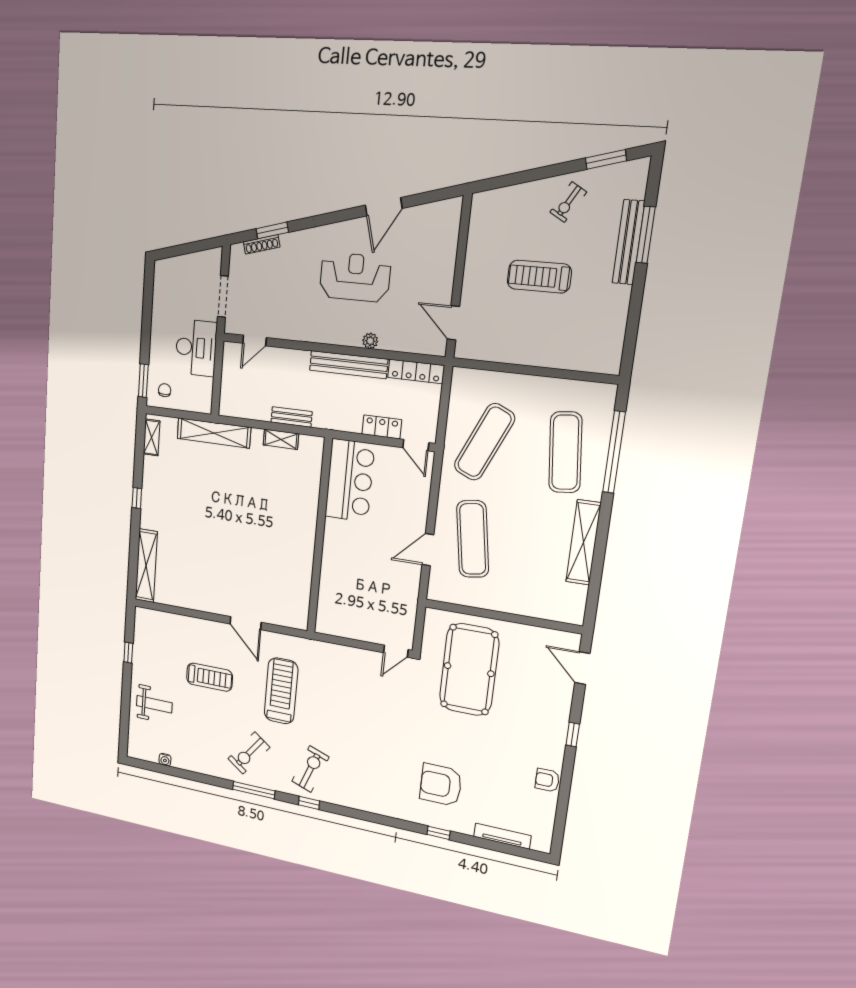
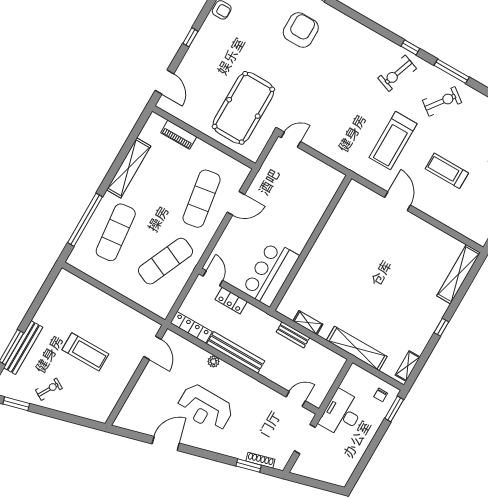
piano: (536, 608) -> (179, 135), added
armchair: (441, 785) -> (301, 30), turned -90

